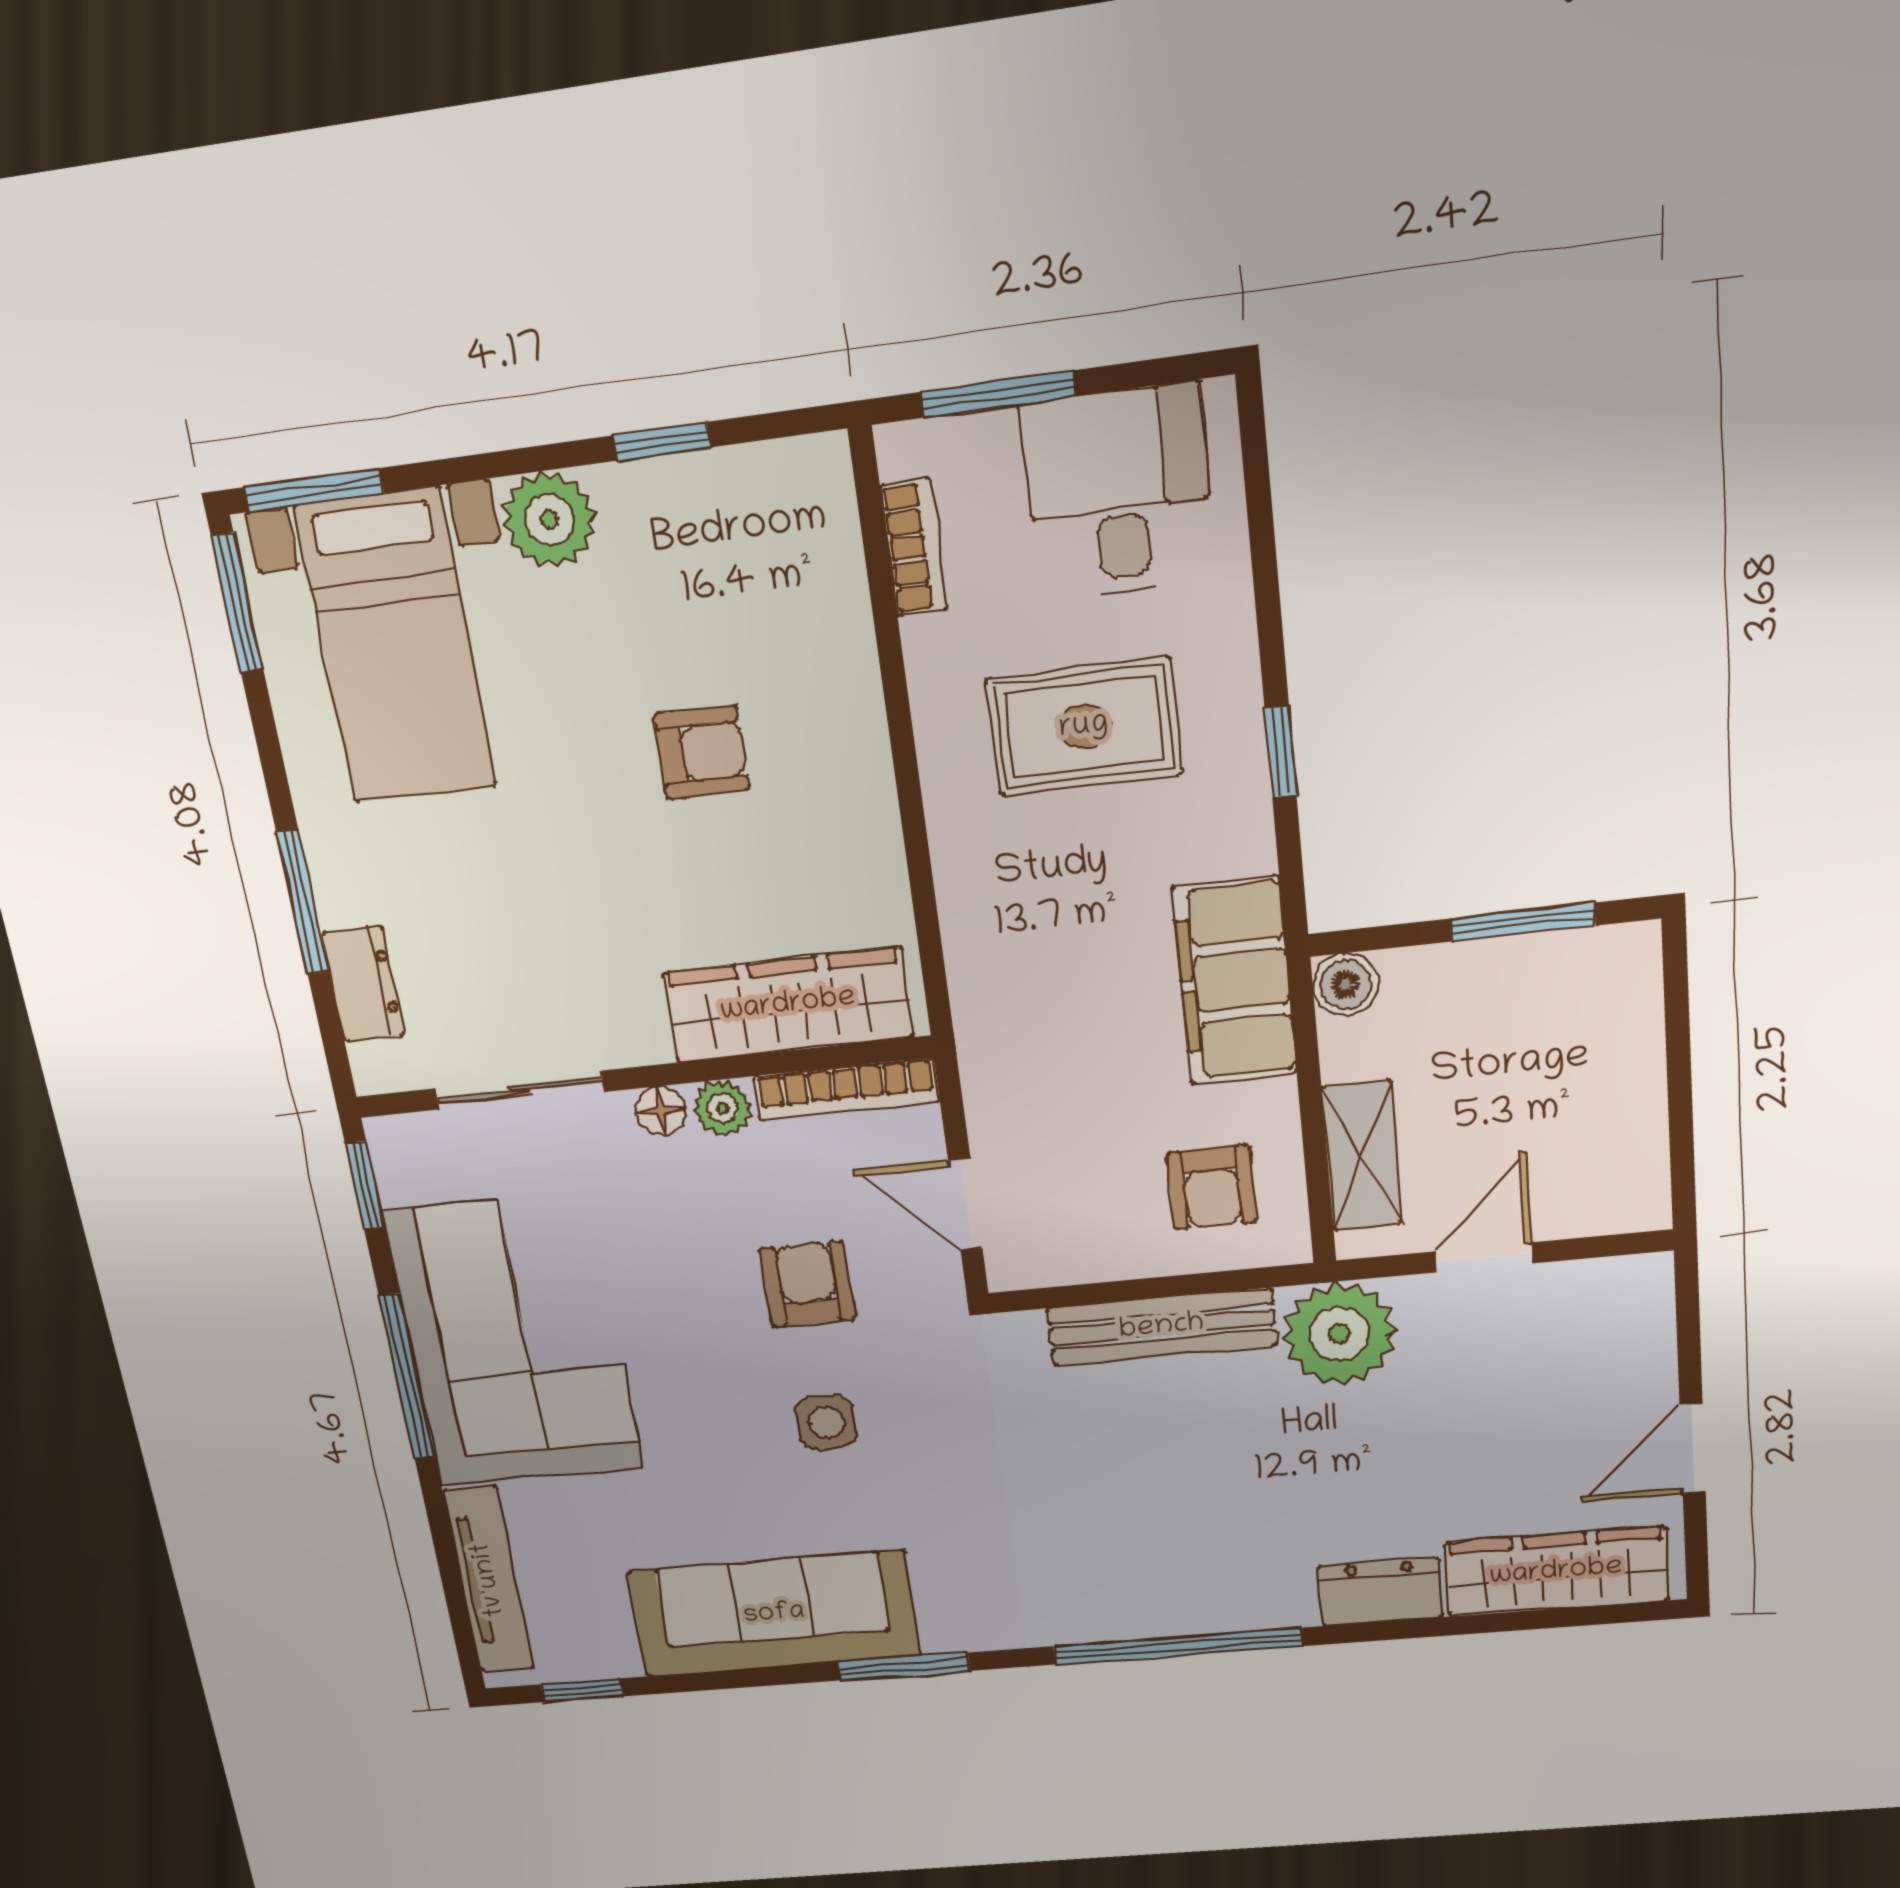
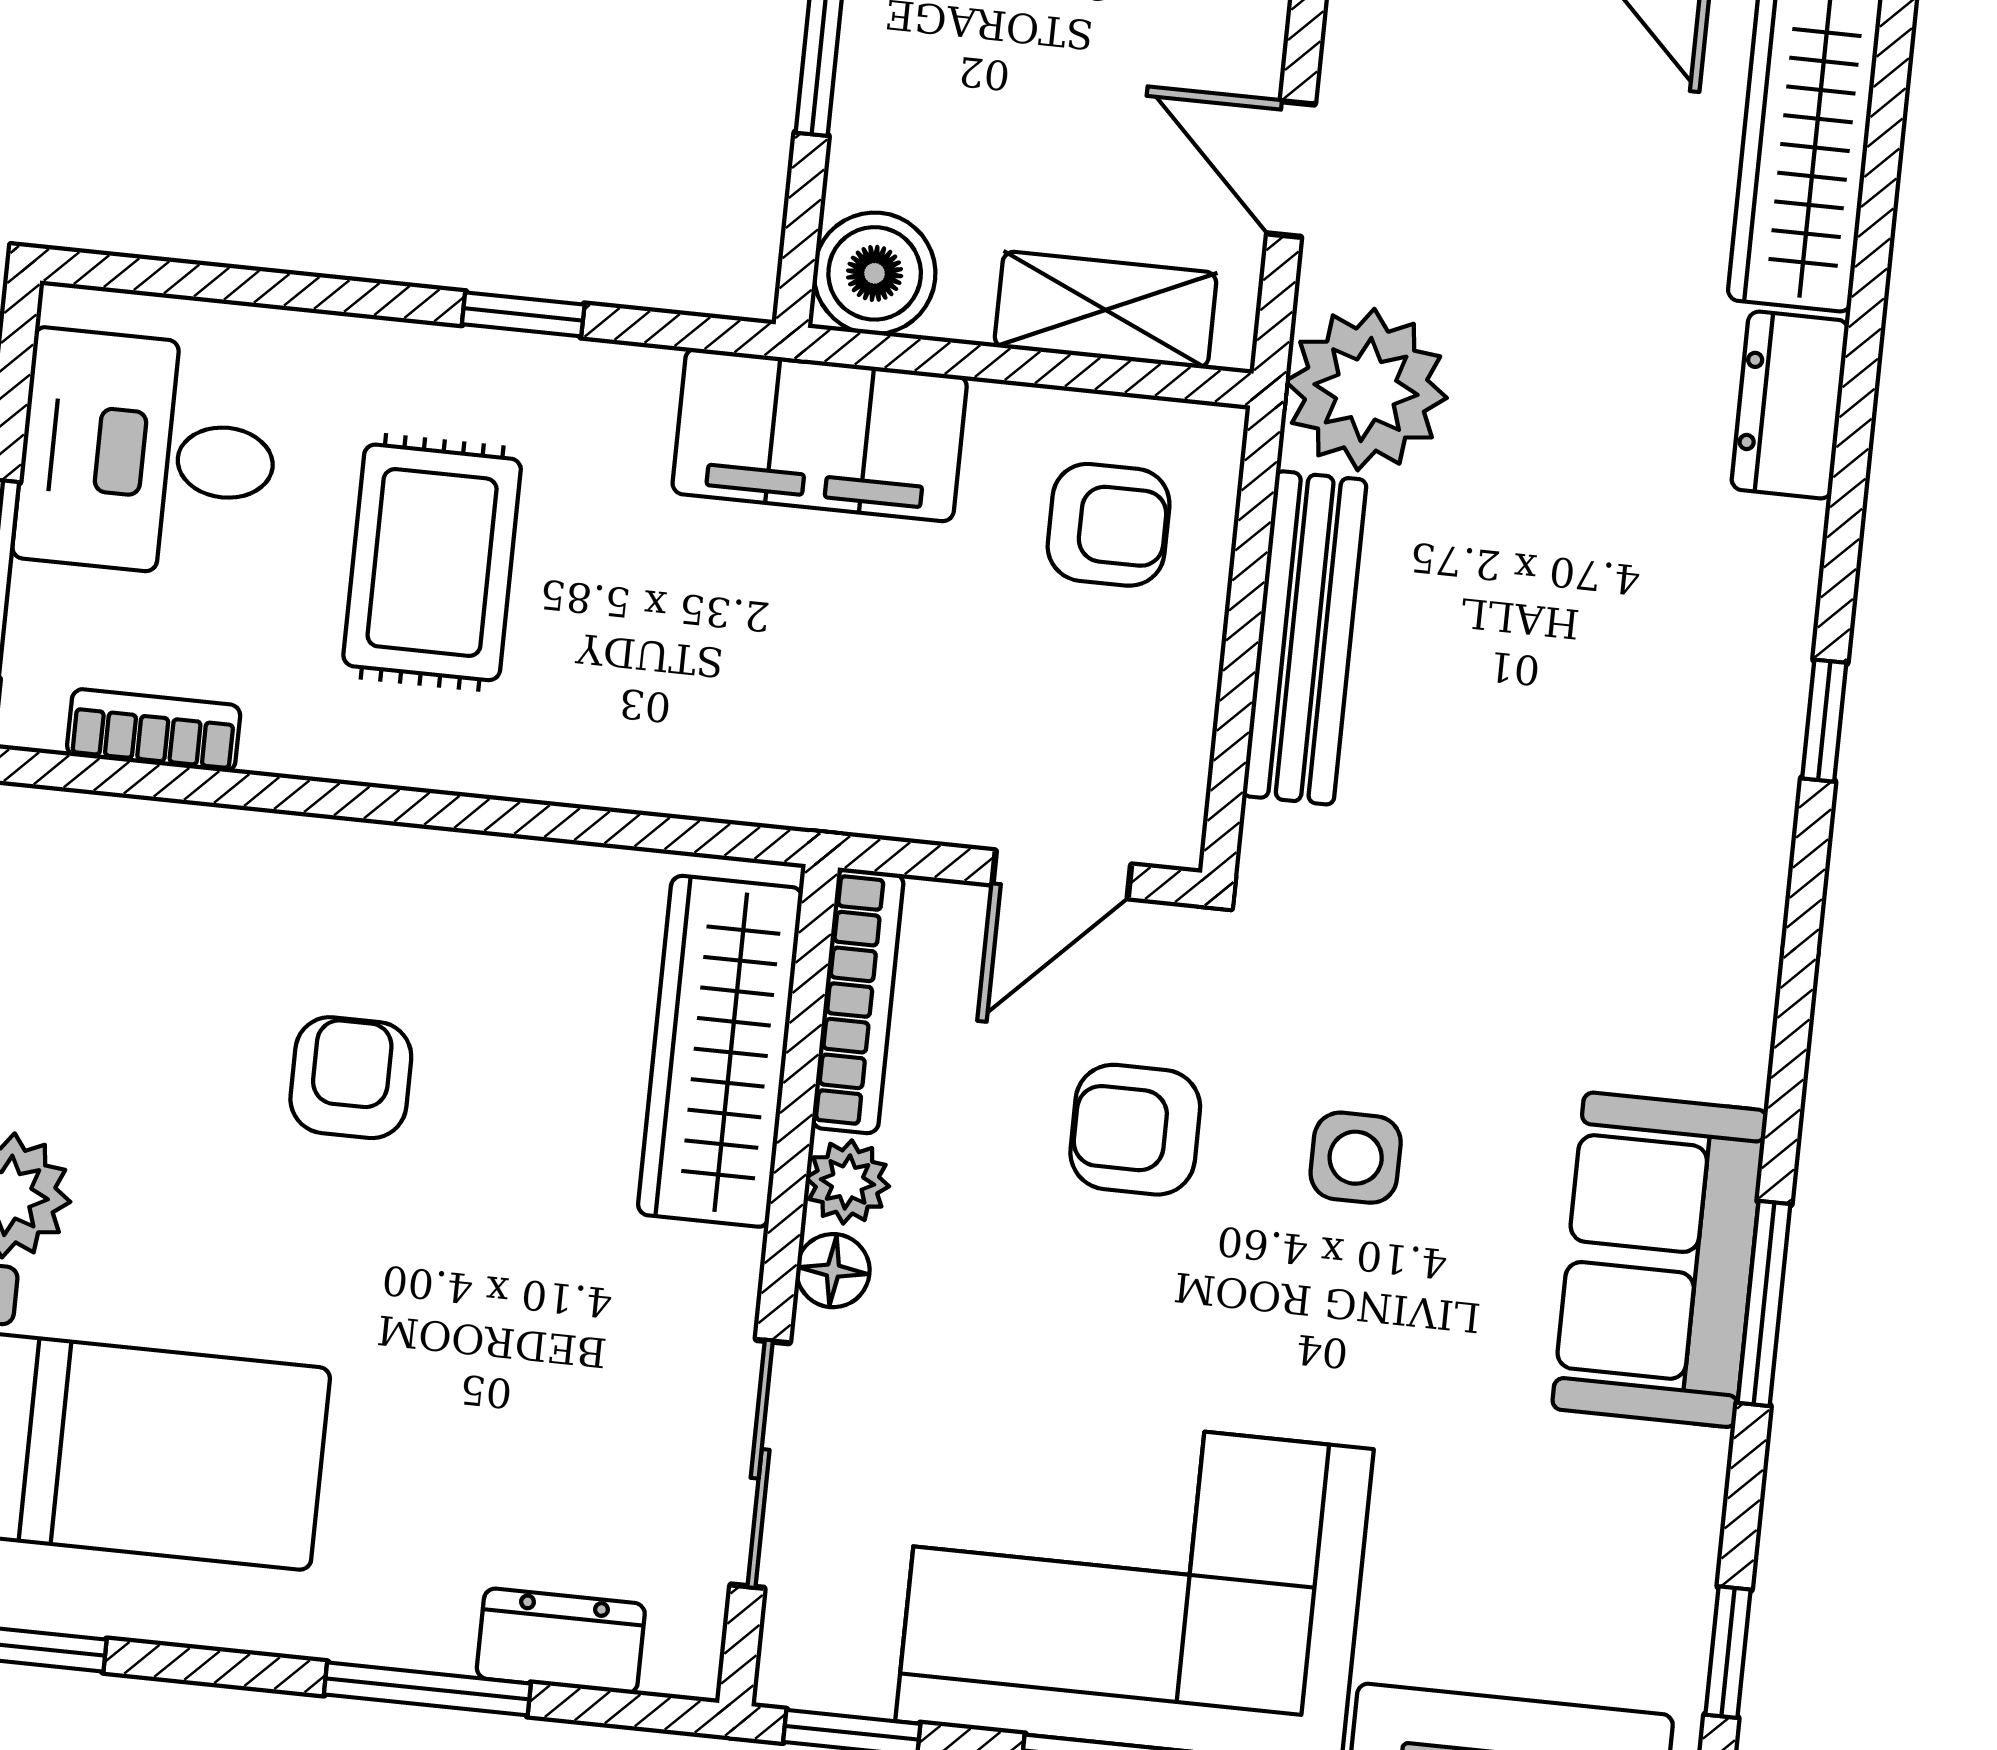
boiler: (1346, 985) -> (875, 273), width x1.36, depth x1.36
sofa: (774, 1614) -> (1660, 1260), width x0.73
window: (1178, 1646) -> (1824, 721), width x0.32
window: (904, 1666) -> (1764, 1303), moved

